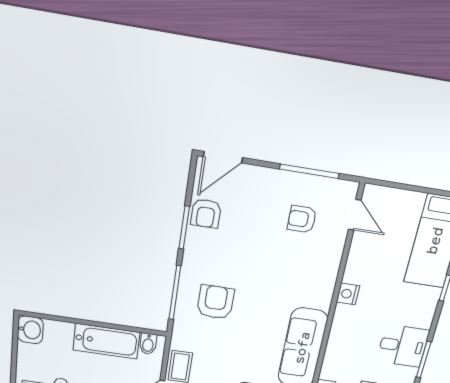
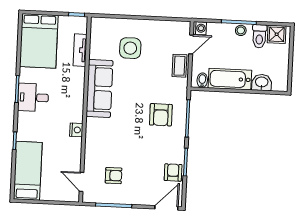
washbasin: (30, 330) -> (262, 82), moved, turned 90

